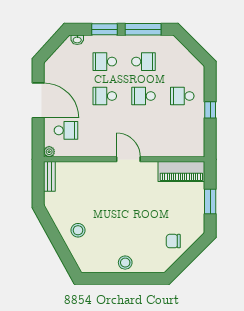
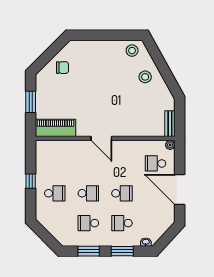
window: (143, 29) -> (89, 251), width x0.69
school desk: (105, 62) -> (122, 223), turned 180
stool: (125, 263) -> (132, 51), moved

